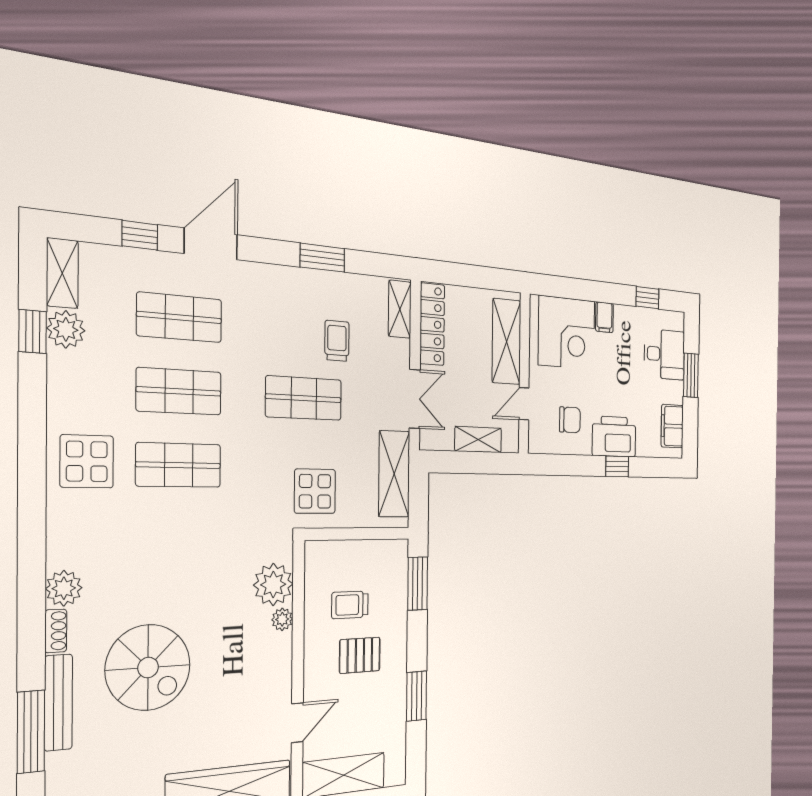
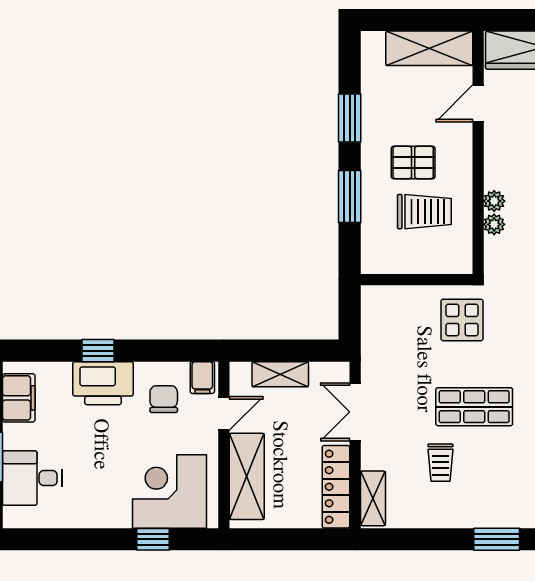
window: (322, 258) -> (497, 539), moved
window: (647, 298) -> (153, 539), moved
filing cabinet: (604, 317) -> (202, 378), moved, turned 180
chair: (570, 420) -> (164, 399), turned 90
shelving: (394, 474) -> (377, 338), removed
window: (418, 584) -> (350, 196), moved
plant: (273, 585) -> (494, 224), width x0.53, depth x0.53
trolley: (350, 605) -> (424, 212), width x1.36, depth x1.39

